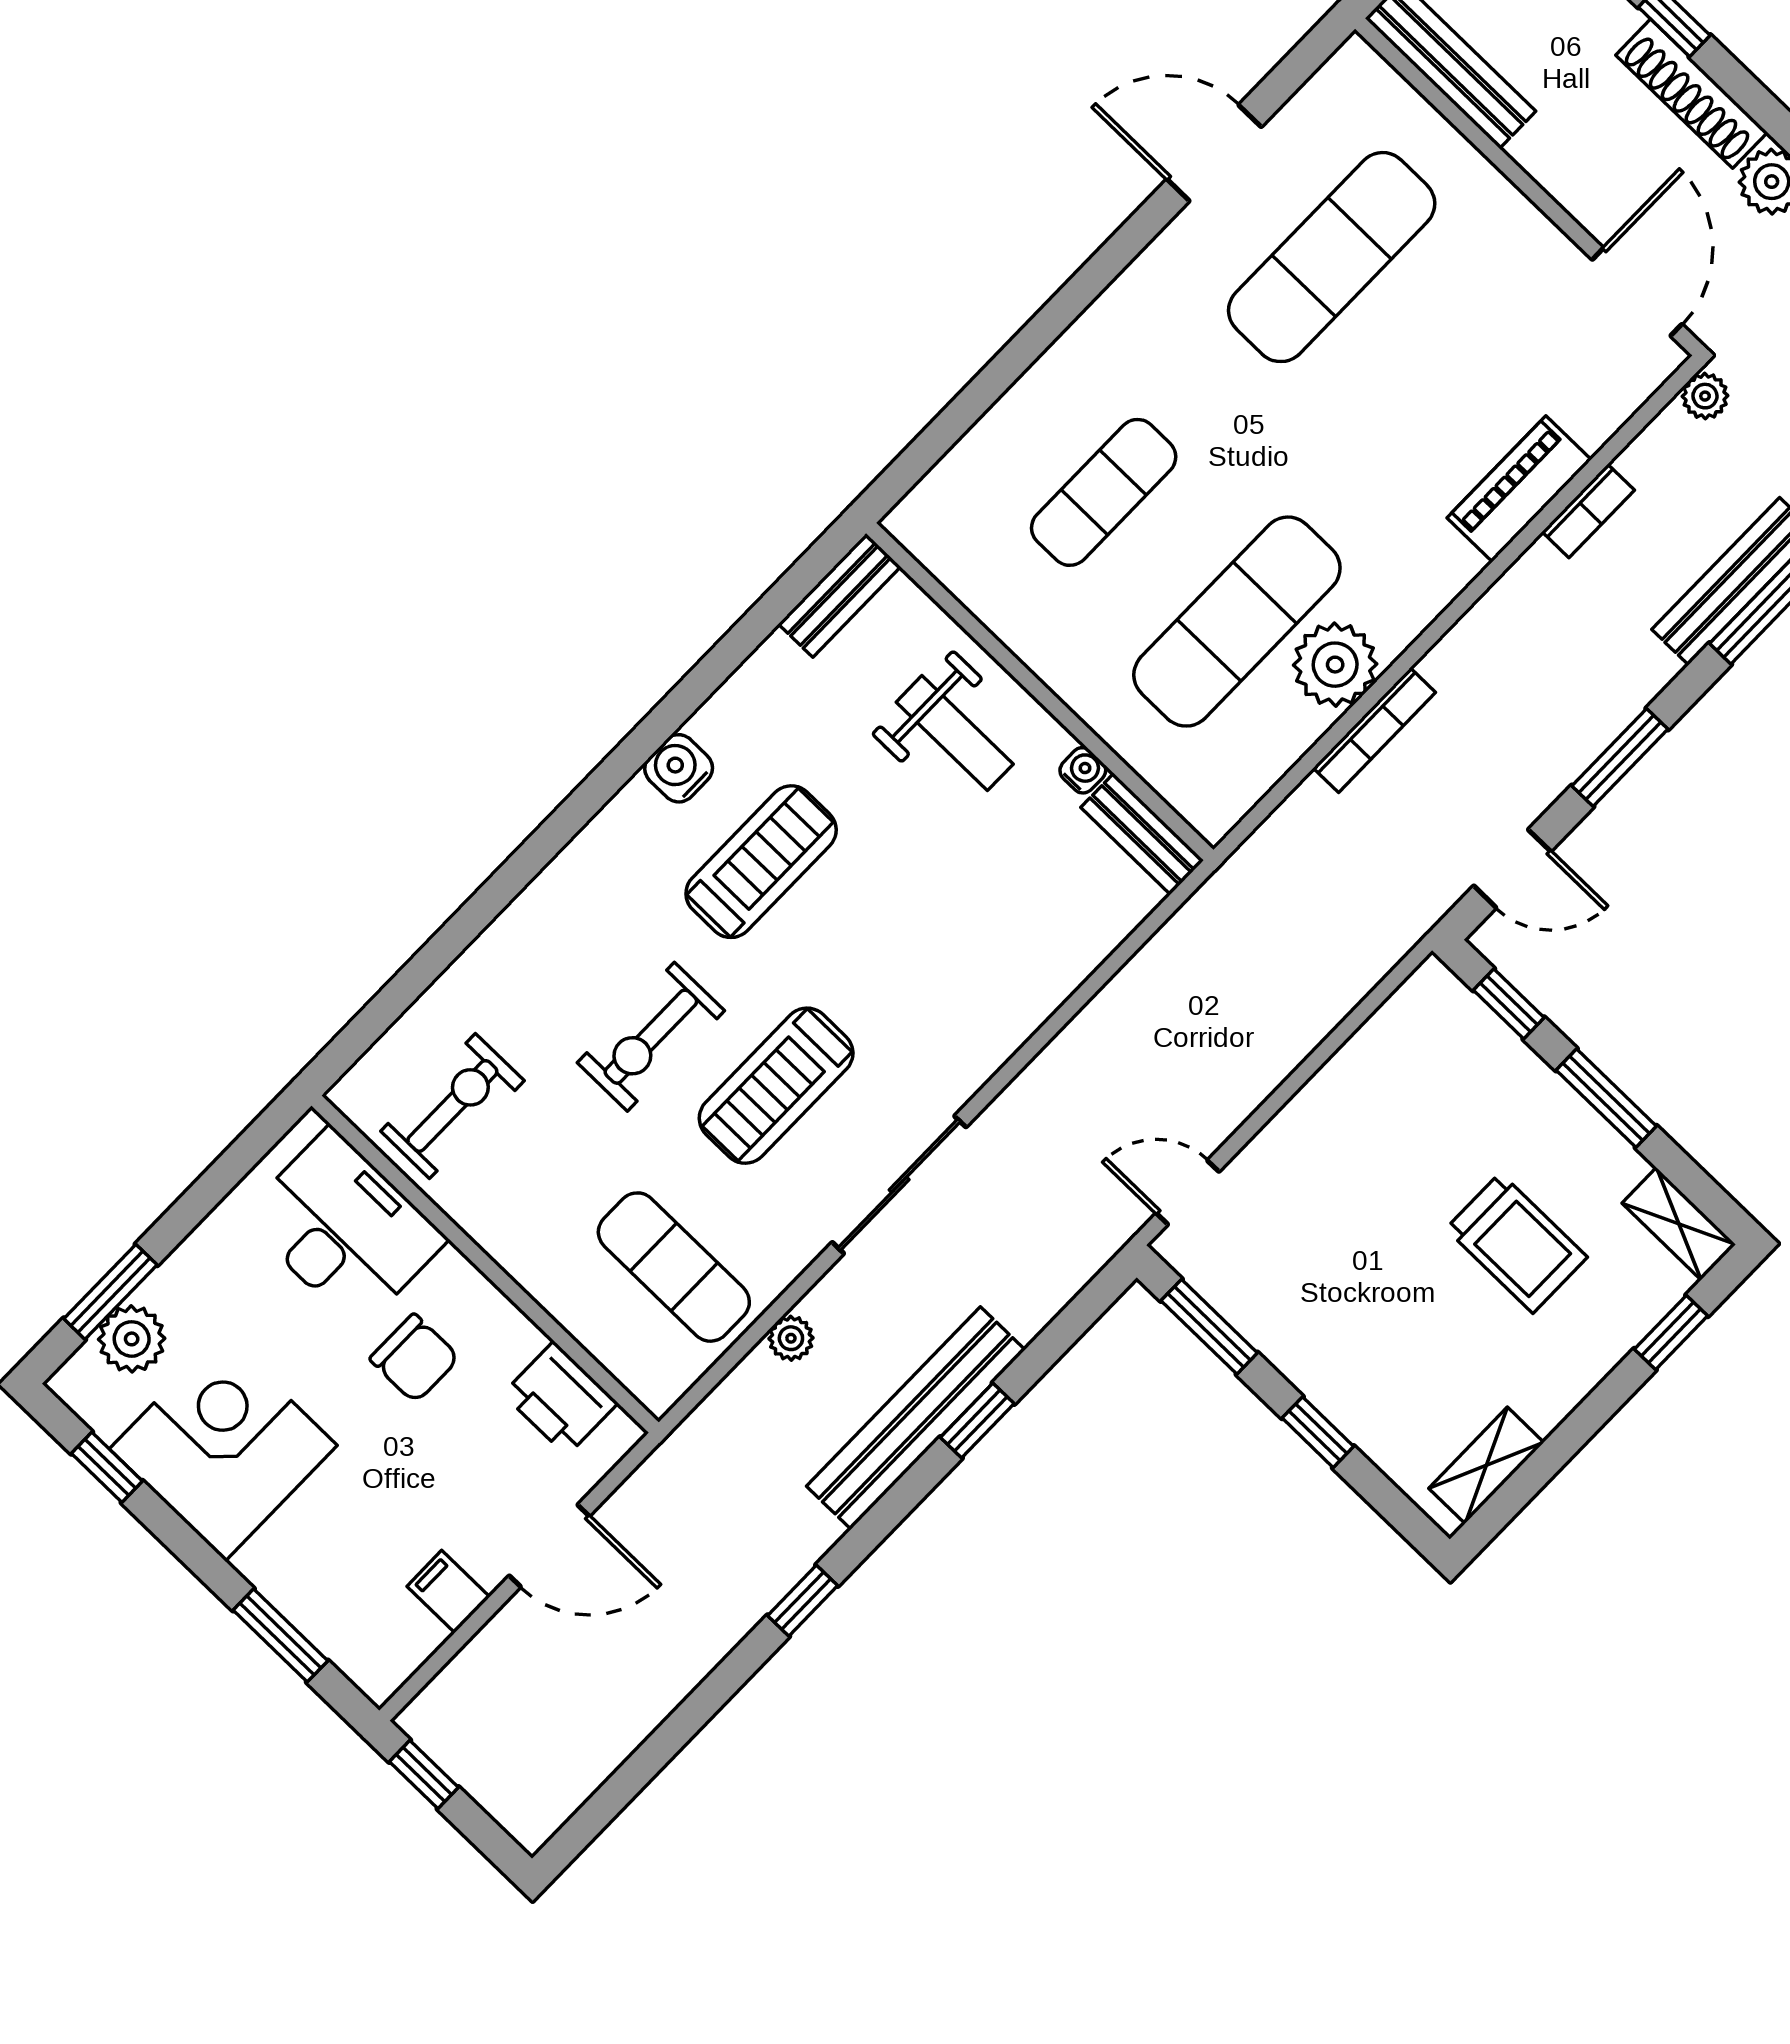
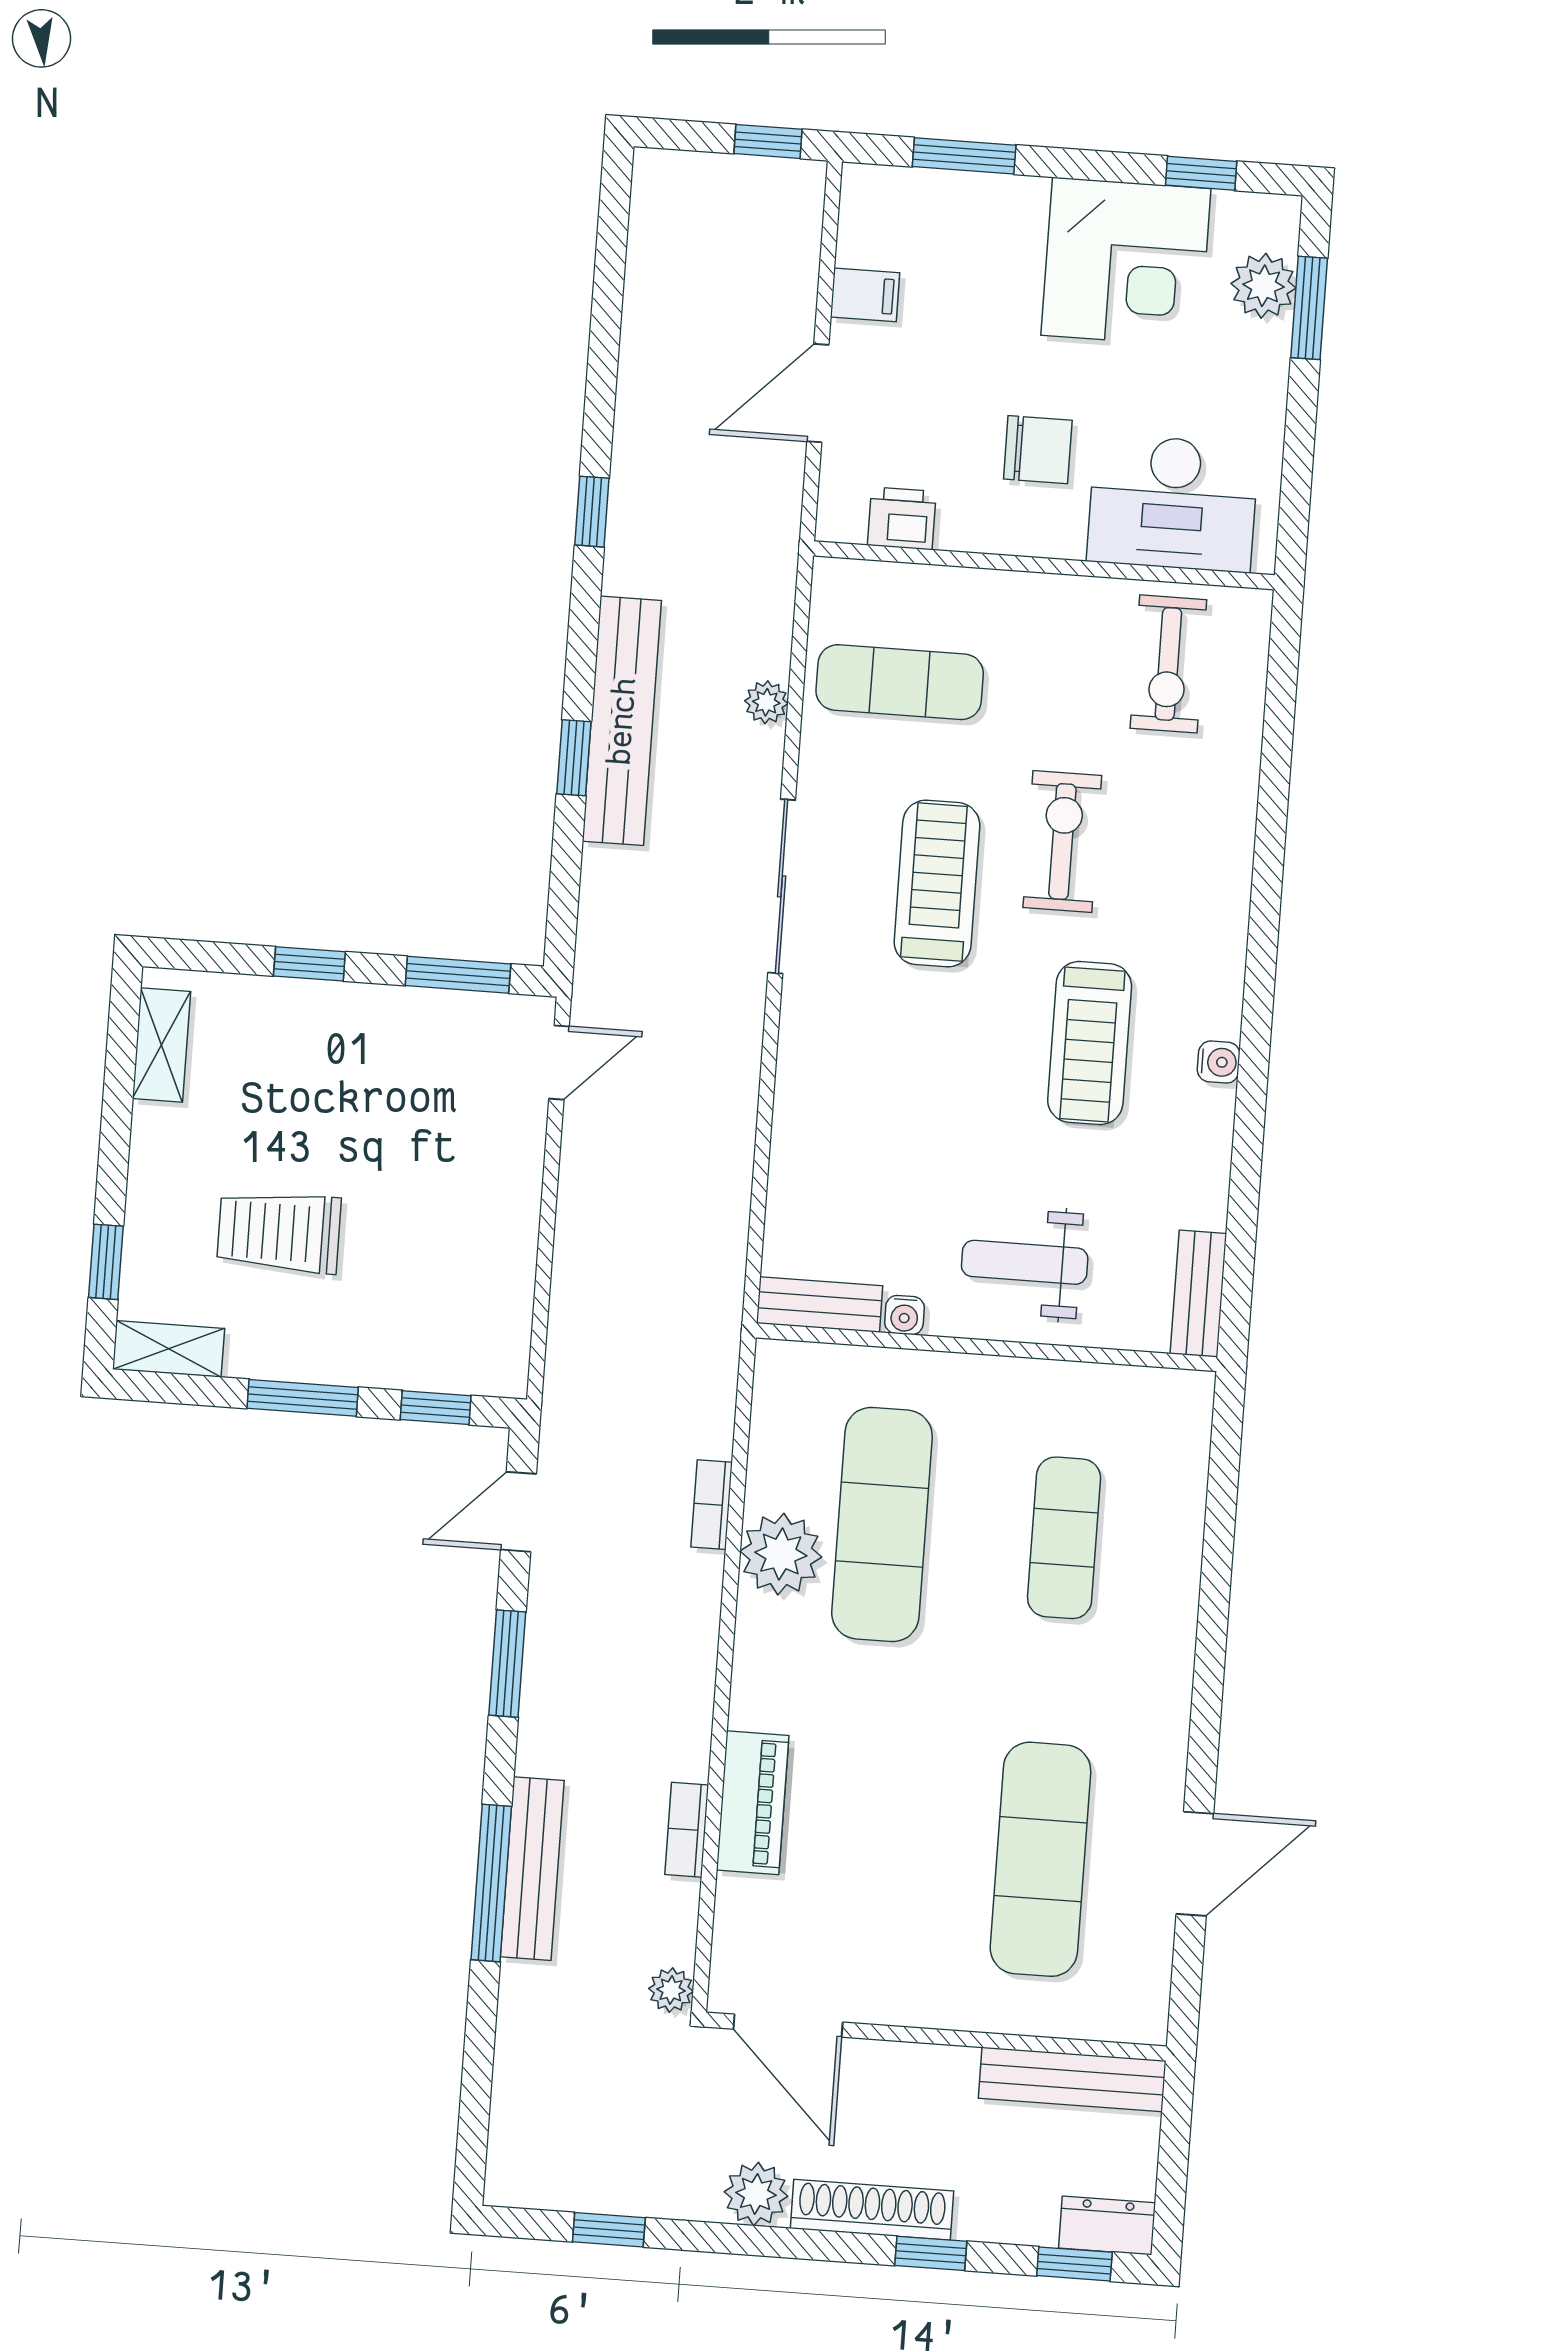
bookcase: (1374, 730) -> (712, 1505), width x0.64
water cooler: (679, 768) -> (1219, 1062), width x0.72, depth x0.72
chair: (415, 1358) -> (1038, 450), turned 180
printer: (560, 1398) -> (902, 518), width x0.73, depth x0.81

